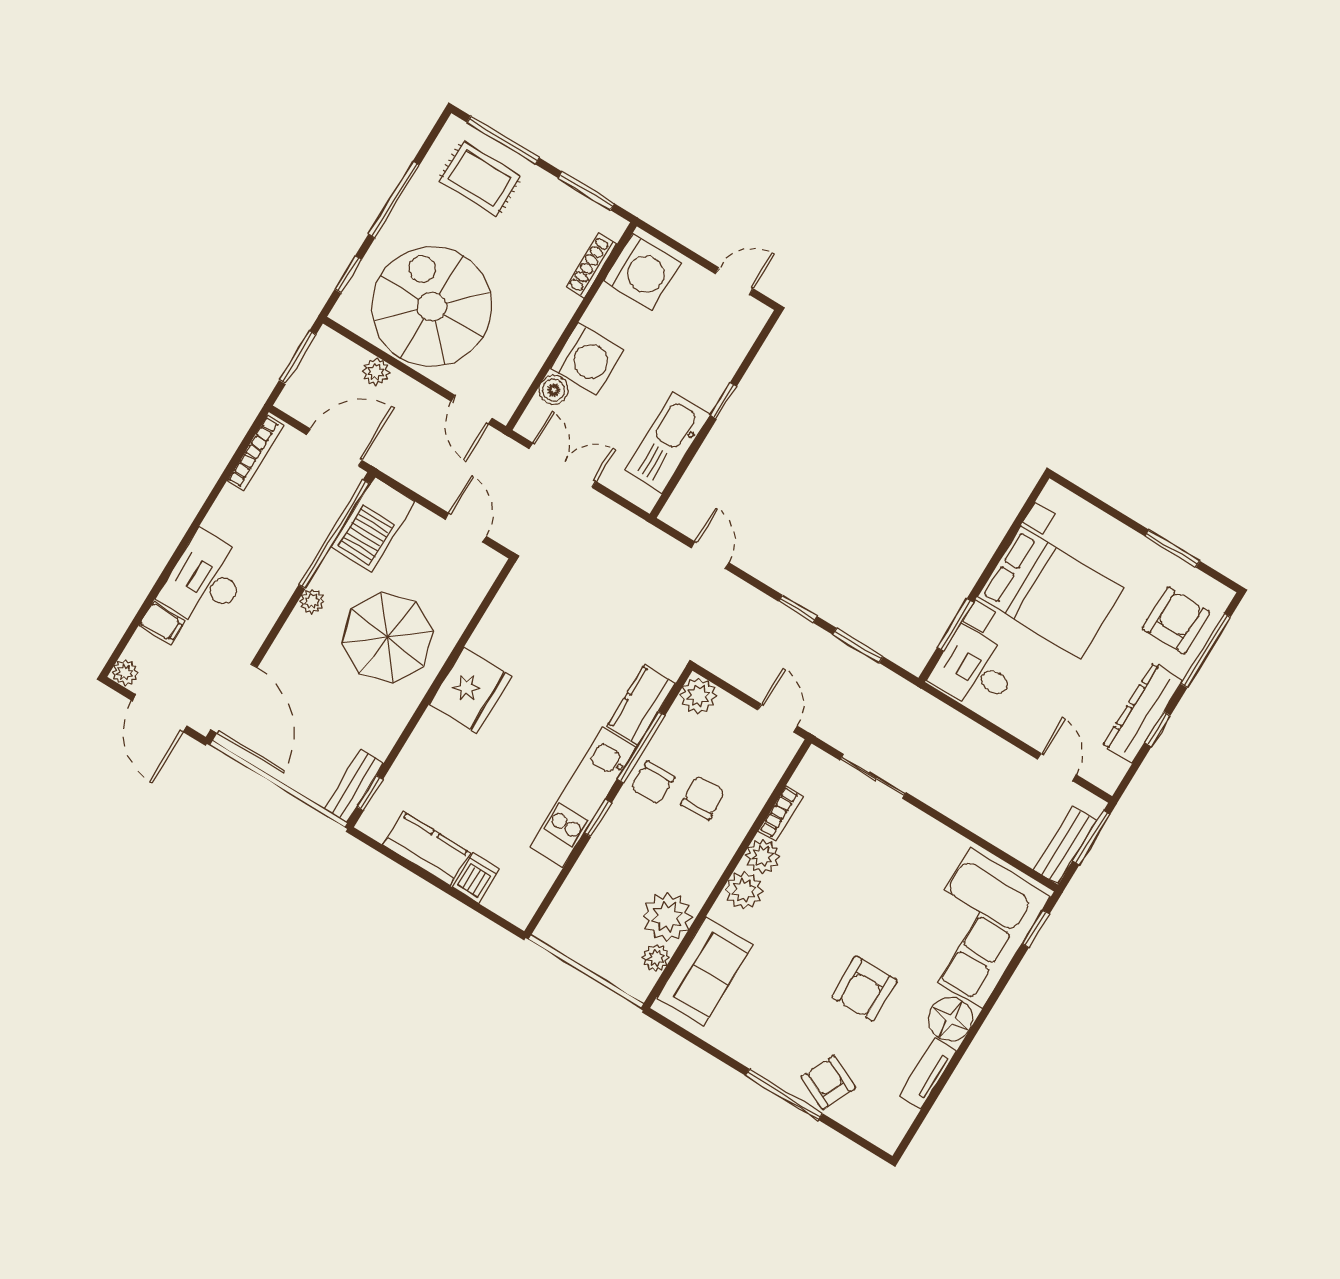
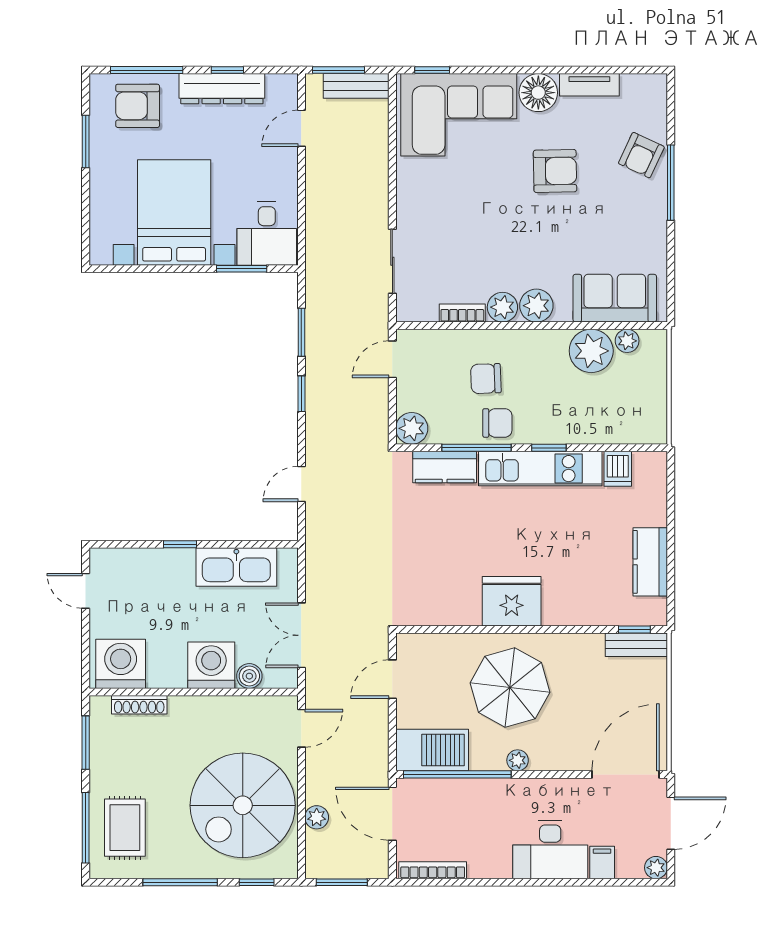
dishwasher: (476, 878) -> (618, 469), moved, turned -90

